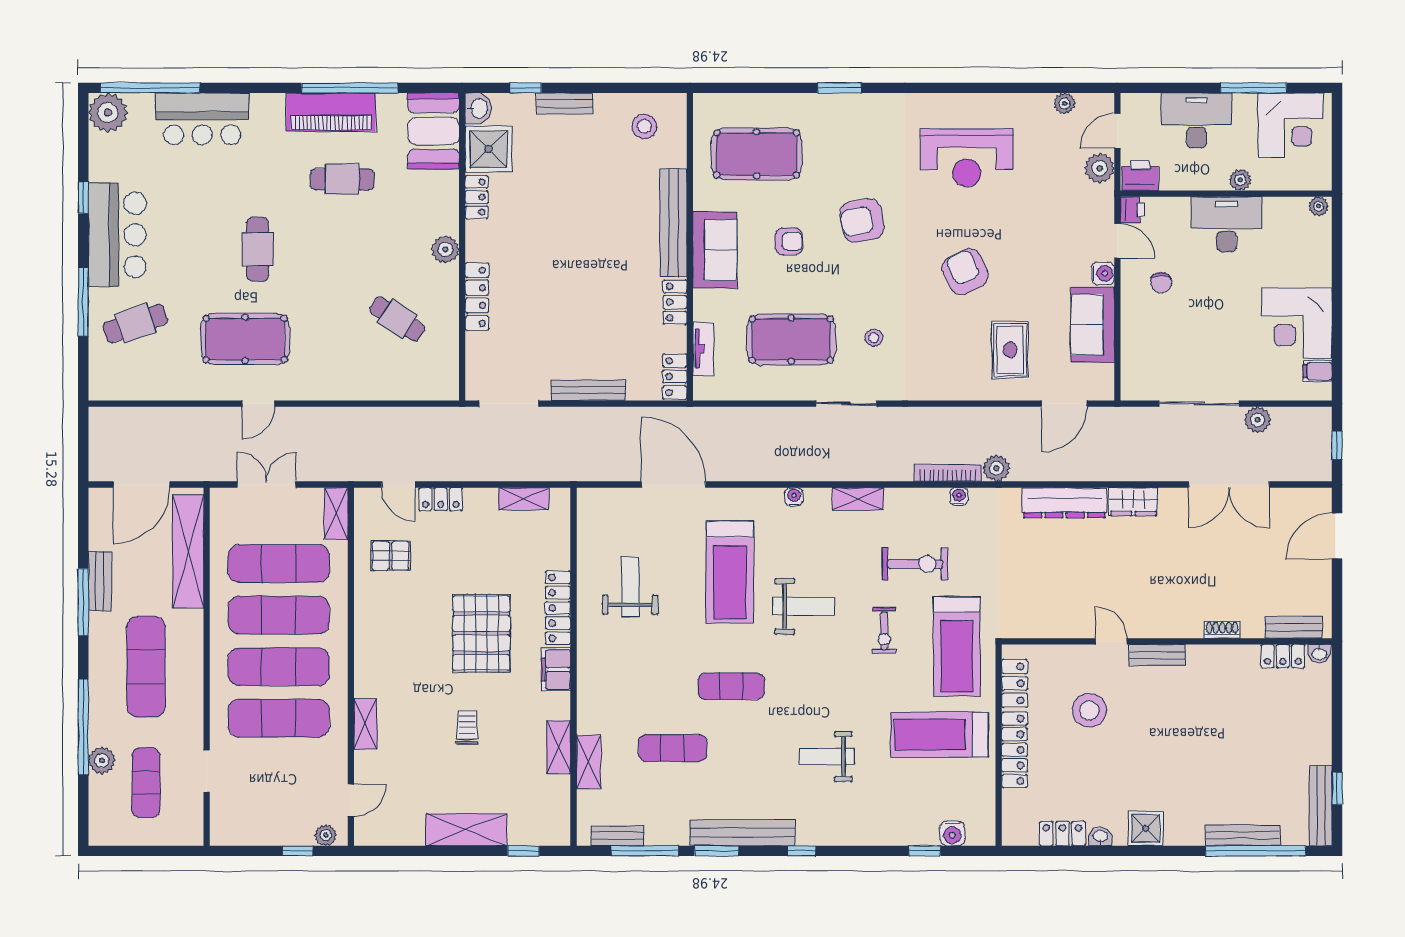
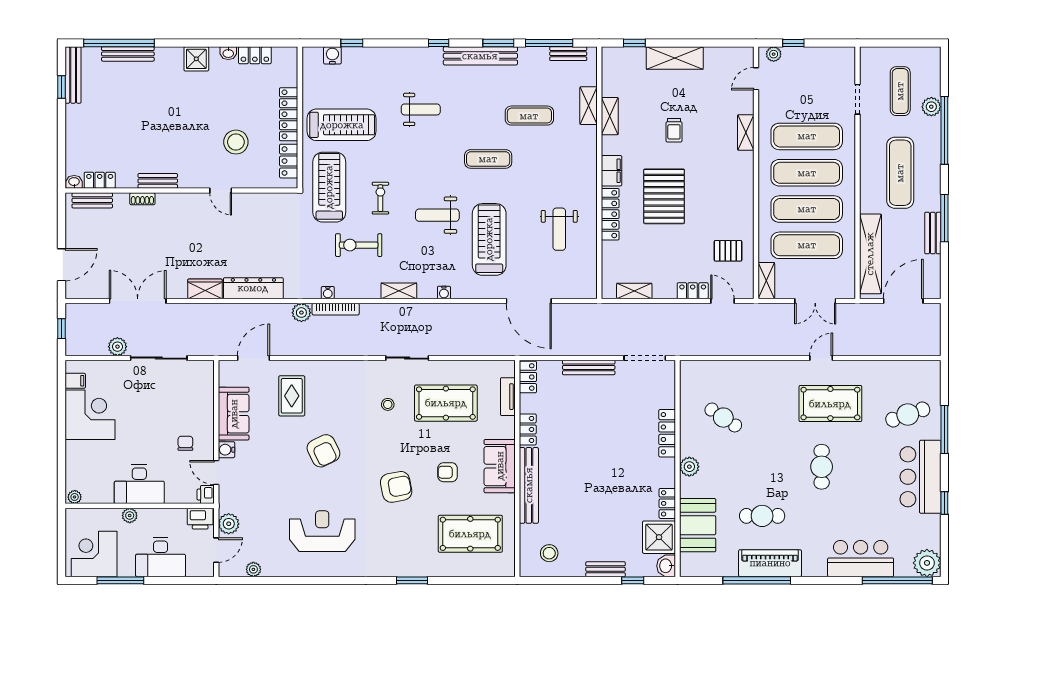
booth: (434, 131) -> (698, 525), moved
bench: (1157, 655) -> (158, 181), moved

